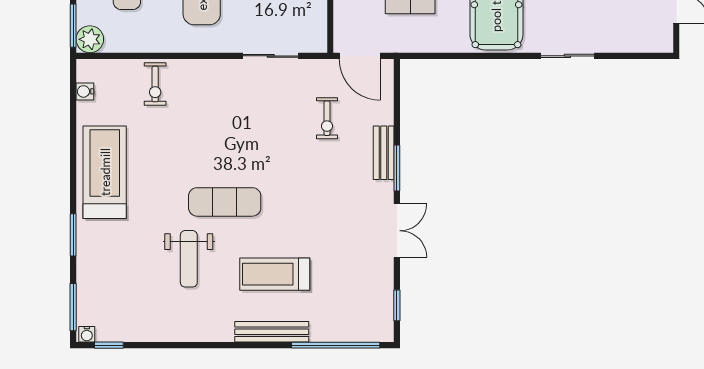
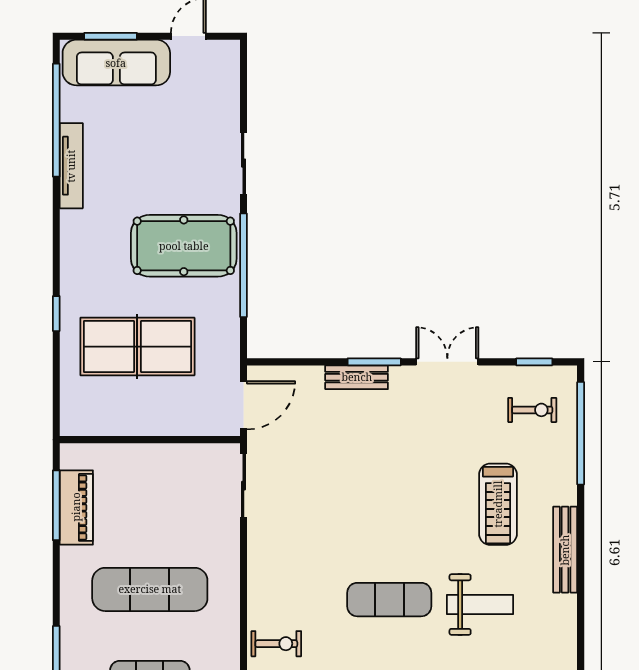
sliding door: (271, 56) -> (243, 486), moved
window: (480, 56) -> (243, 265), added
exercise bike: (327, 118) -> (532, 410), moved
exercise mat: (225, 202) -> (389, 600), moved, turned 90
bench: (272, 332) -> (565, 550), moved

